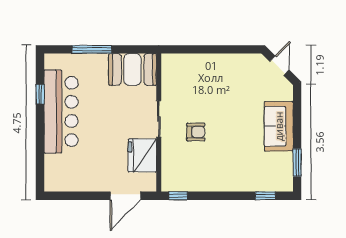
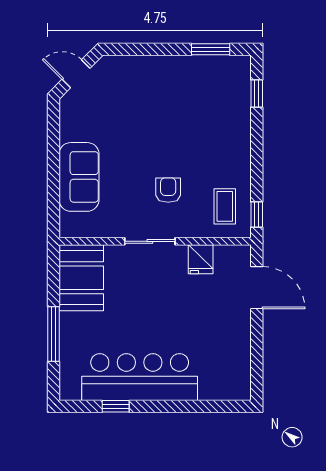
sofa: (279, 126) -> (79, 177), moved, turned -90
fridge: (142, 155) -> (201, 259), width x0.53, depth x0.75
coffee table: (184, 173) -> (225, 206), added

